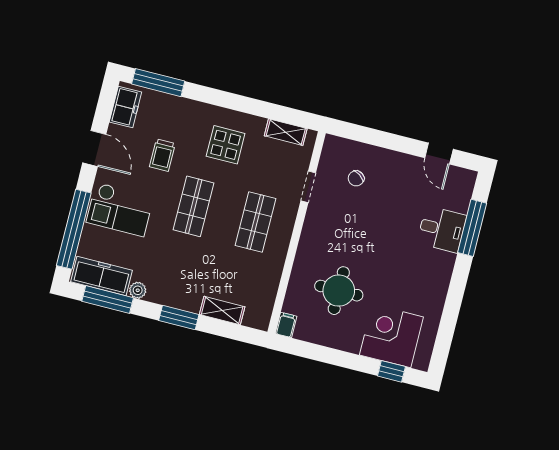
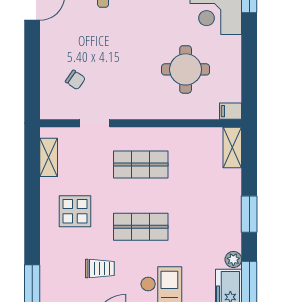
shelving: (222, 311) -> (232, 147), moved

